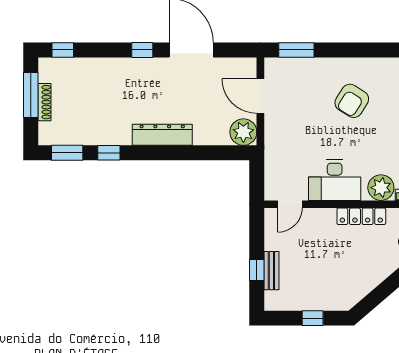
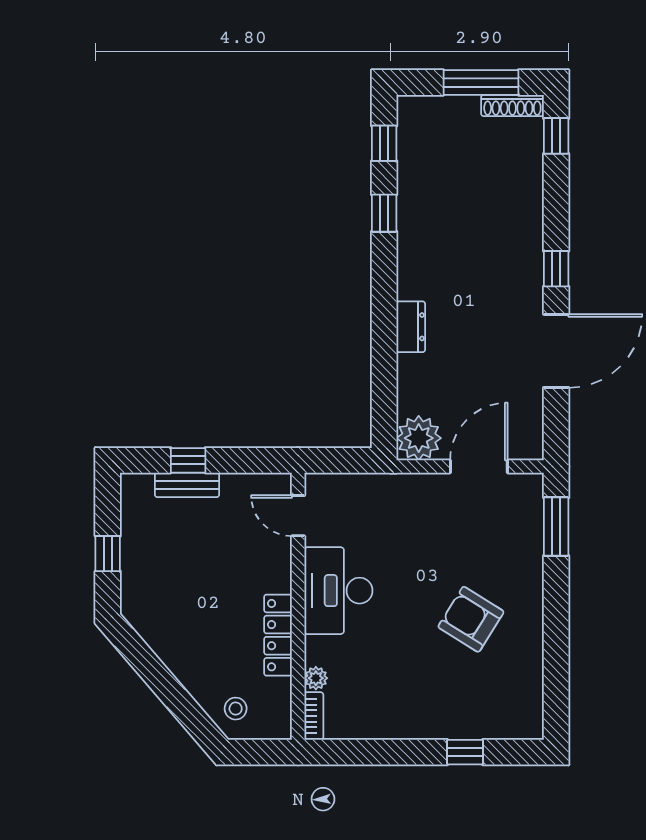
shoe rack: (45, 102) -> (512, 105), moved
dresser: (162, 135) -> (411, 327), width x0.51, depth x0.80
window: (67, 153) -> (384, 143), width x0.67
plant: (381, 188) -> (316, 678), width x0.53, depth x0.53

